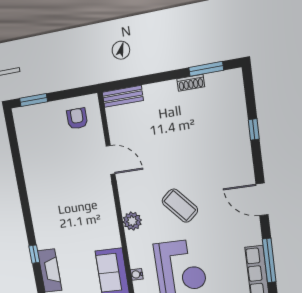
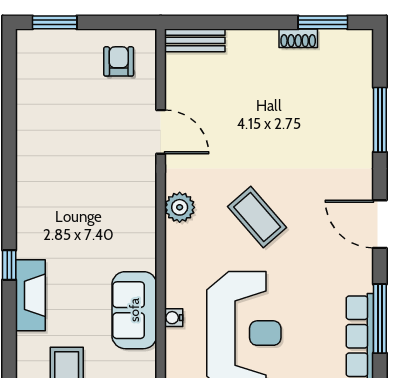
window: (254, 129) -> (380, 120), width x2.17
plant: (132, 221) -> (180, 207), moved

